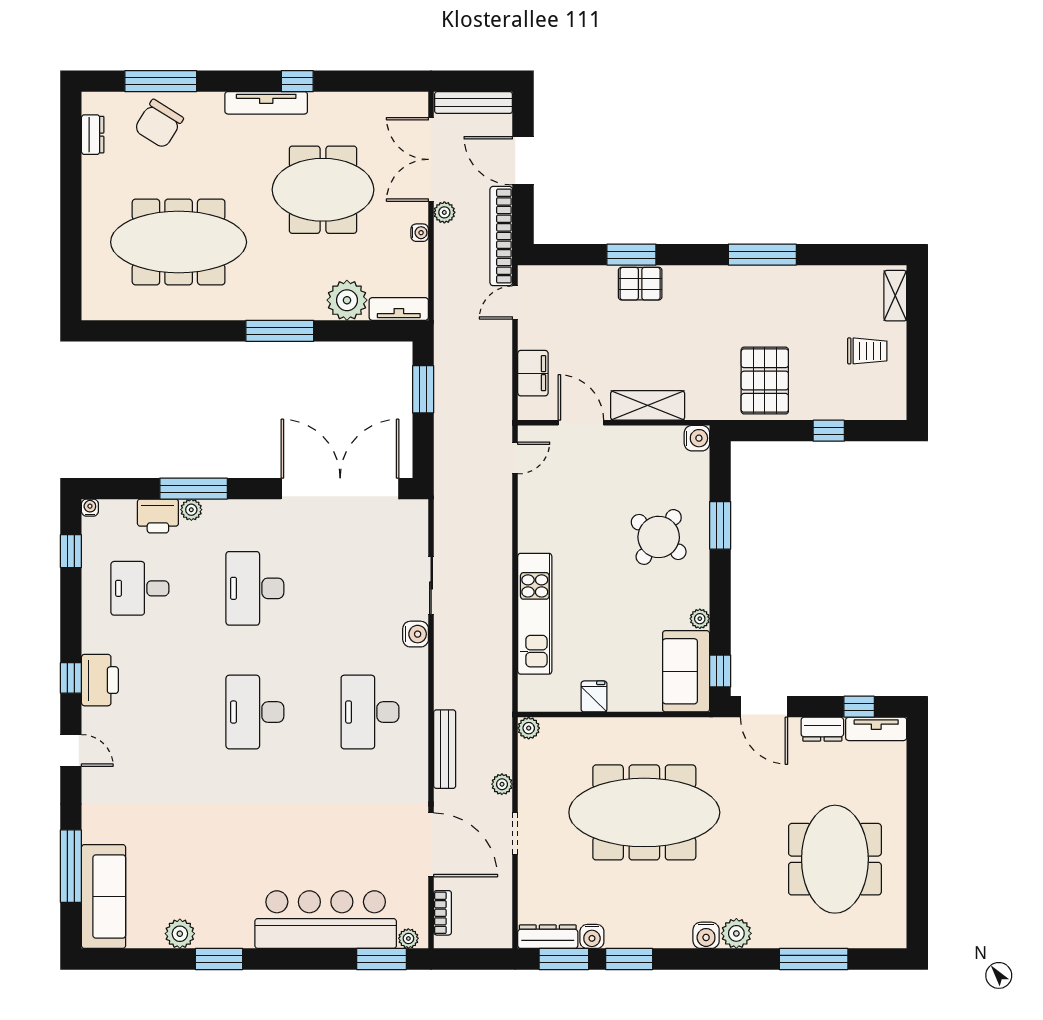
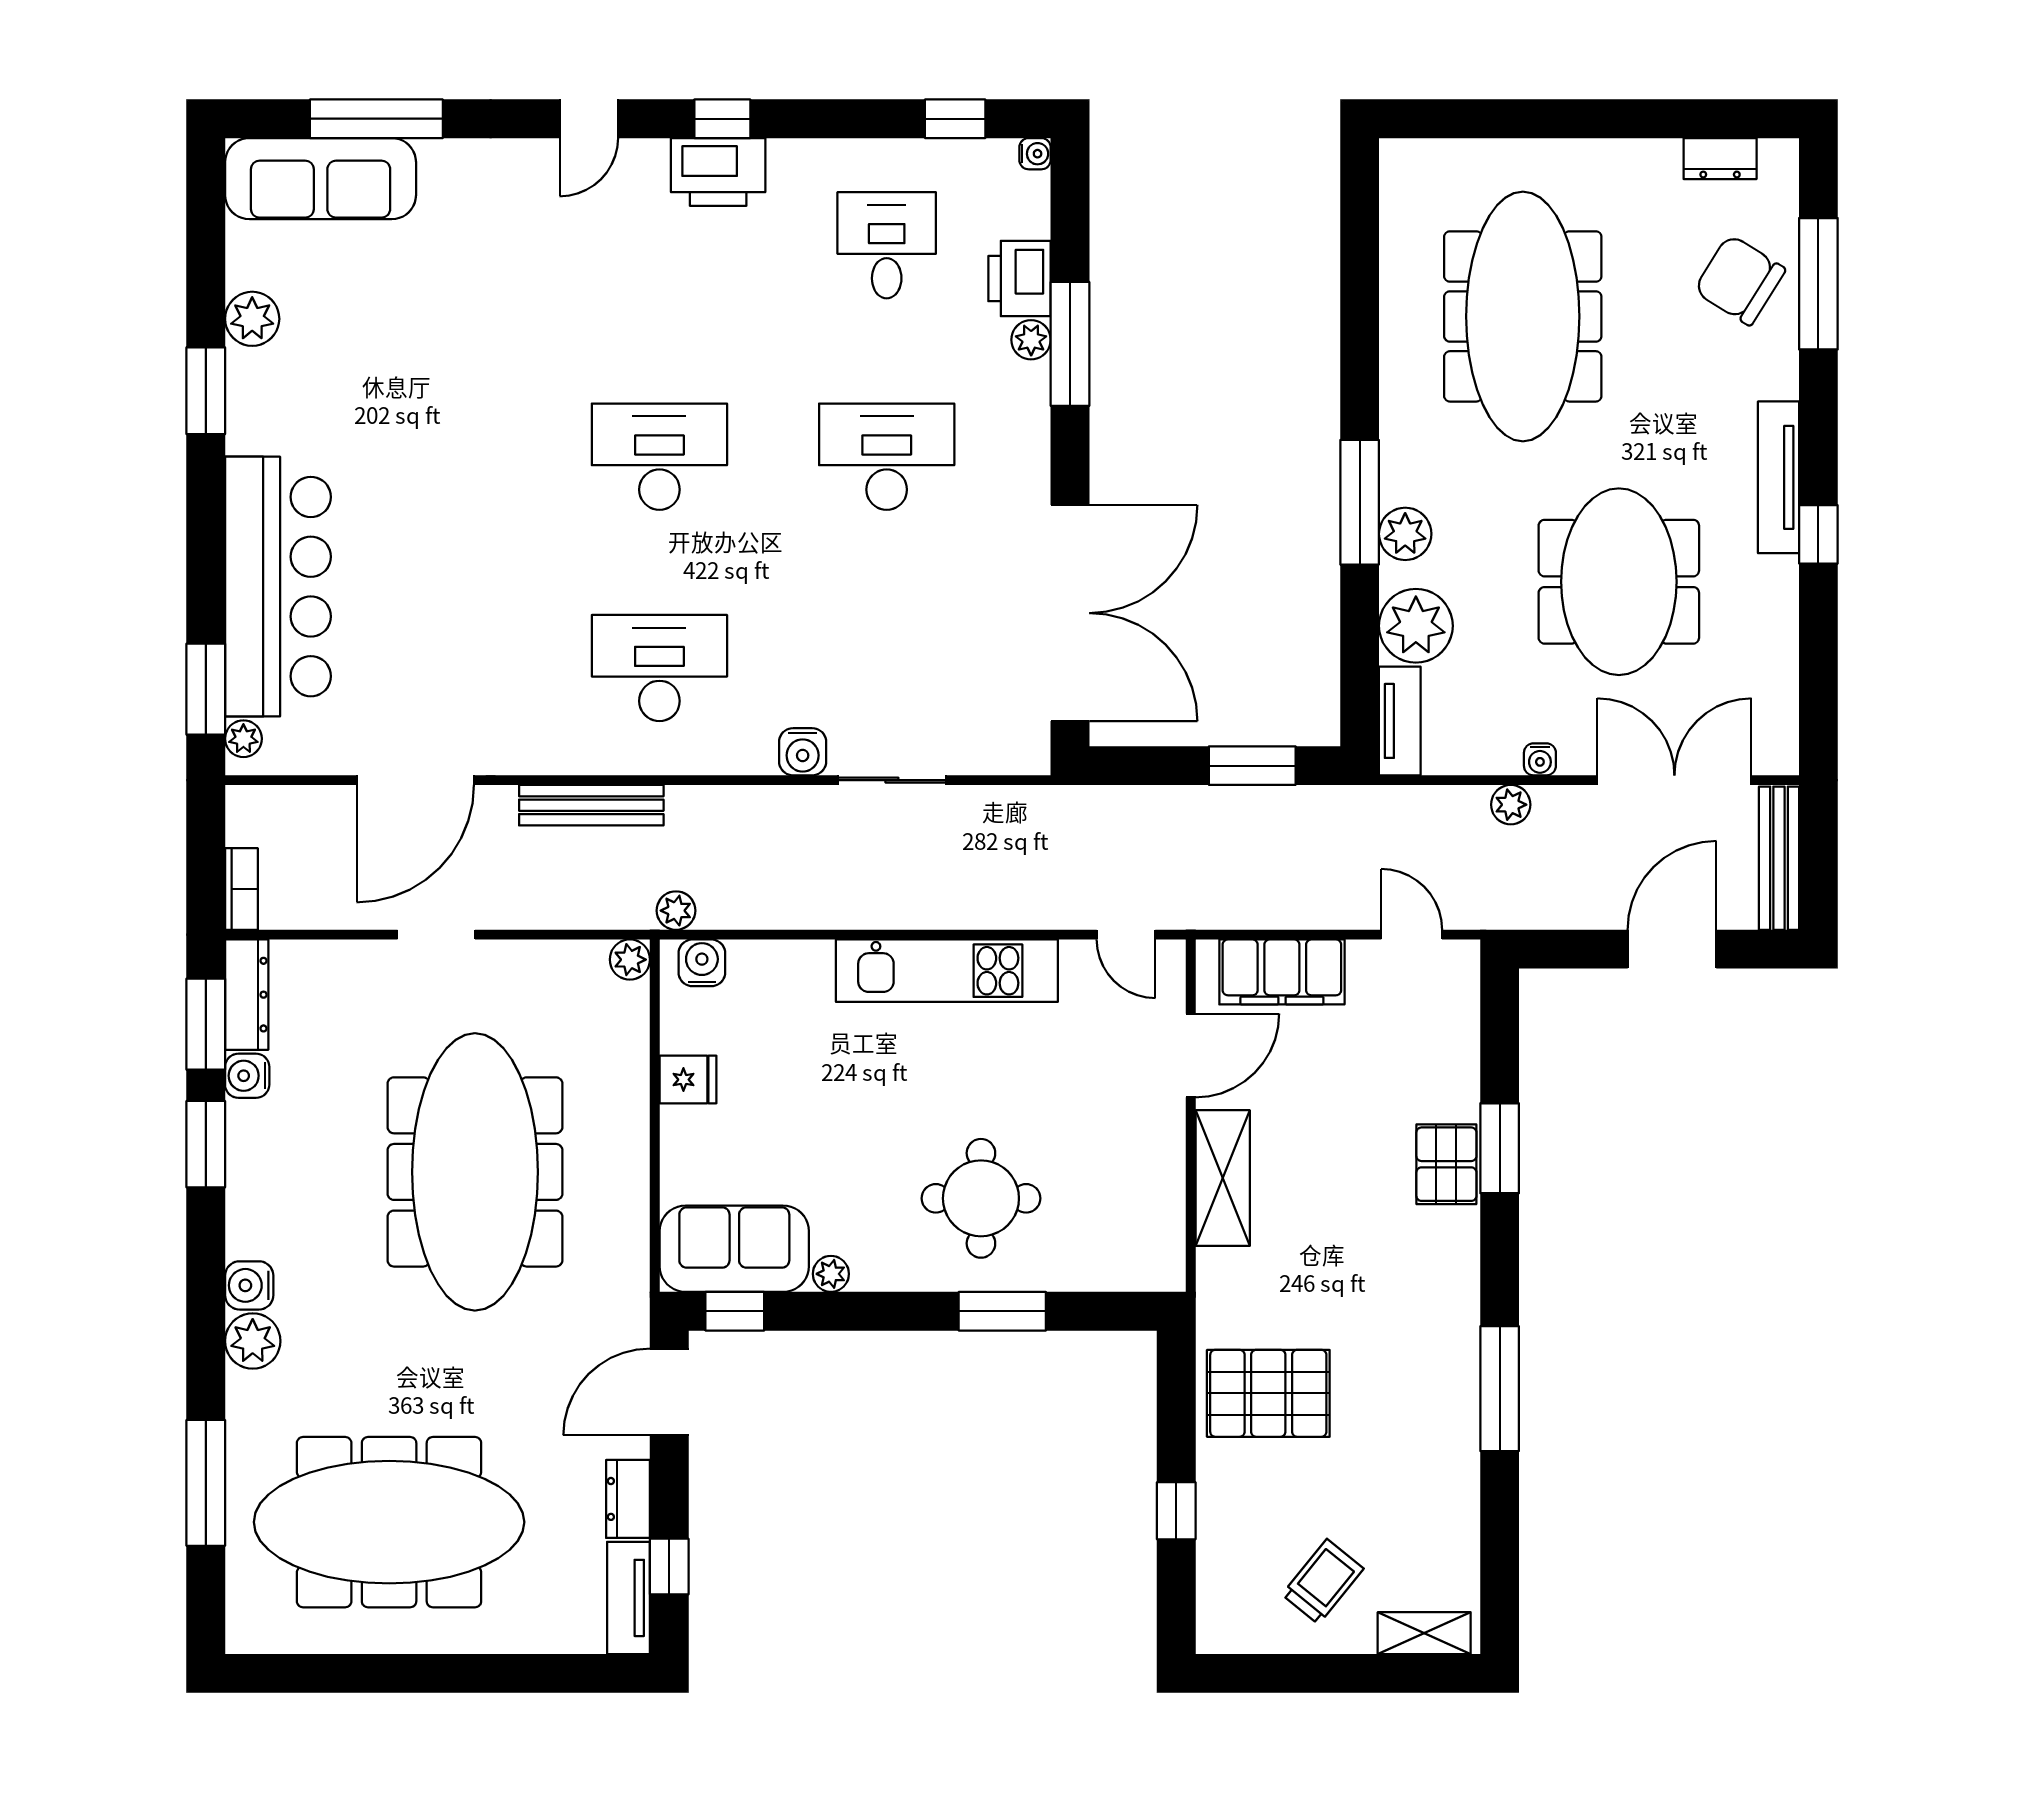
plant: (444, 212) -> (1511, 805), moved
bookcase: (501, 236) -> (1534, 909), removed
plant: (297, 306) -> (1405, 534), added
trolley: (867, 351) -> (1323, 1582), turned -141
filing cabinet: (533, 373) -> (1282, 972), width x1.50, depth x1.17
water cooler: (697, 438) -> (702, 963), moved, turned 180
round table: (659, 537) -> (981, 1198), turned -37
kitchen unit: (535, 614) -> (947, 971), moved
plant: (502, 784) -> (676, 911), moved
meeting table: (835, 859) -> (389, 1522), width x1.36
bookcase: (443, 913) -> (241, 889), moved, turned -90

